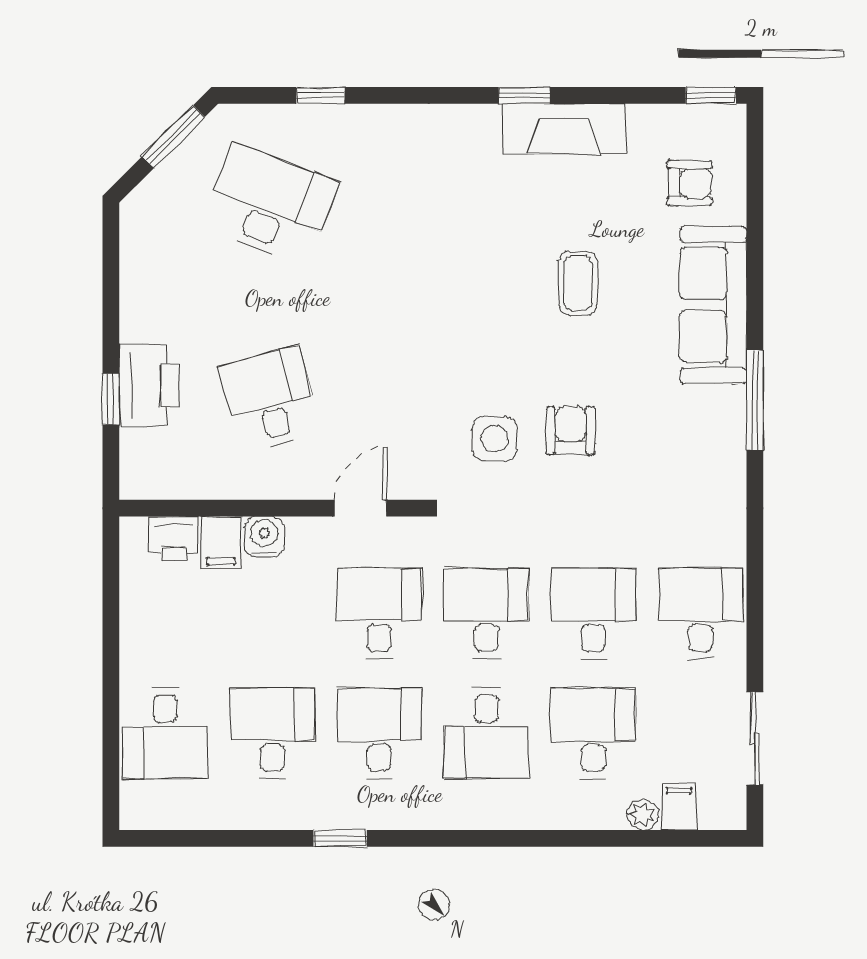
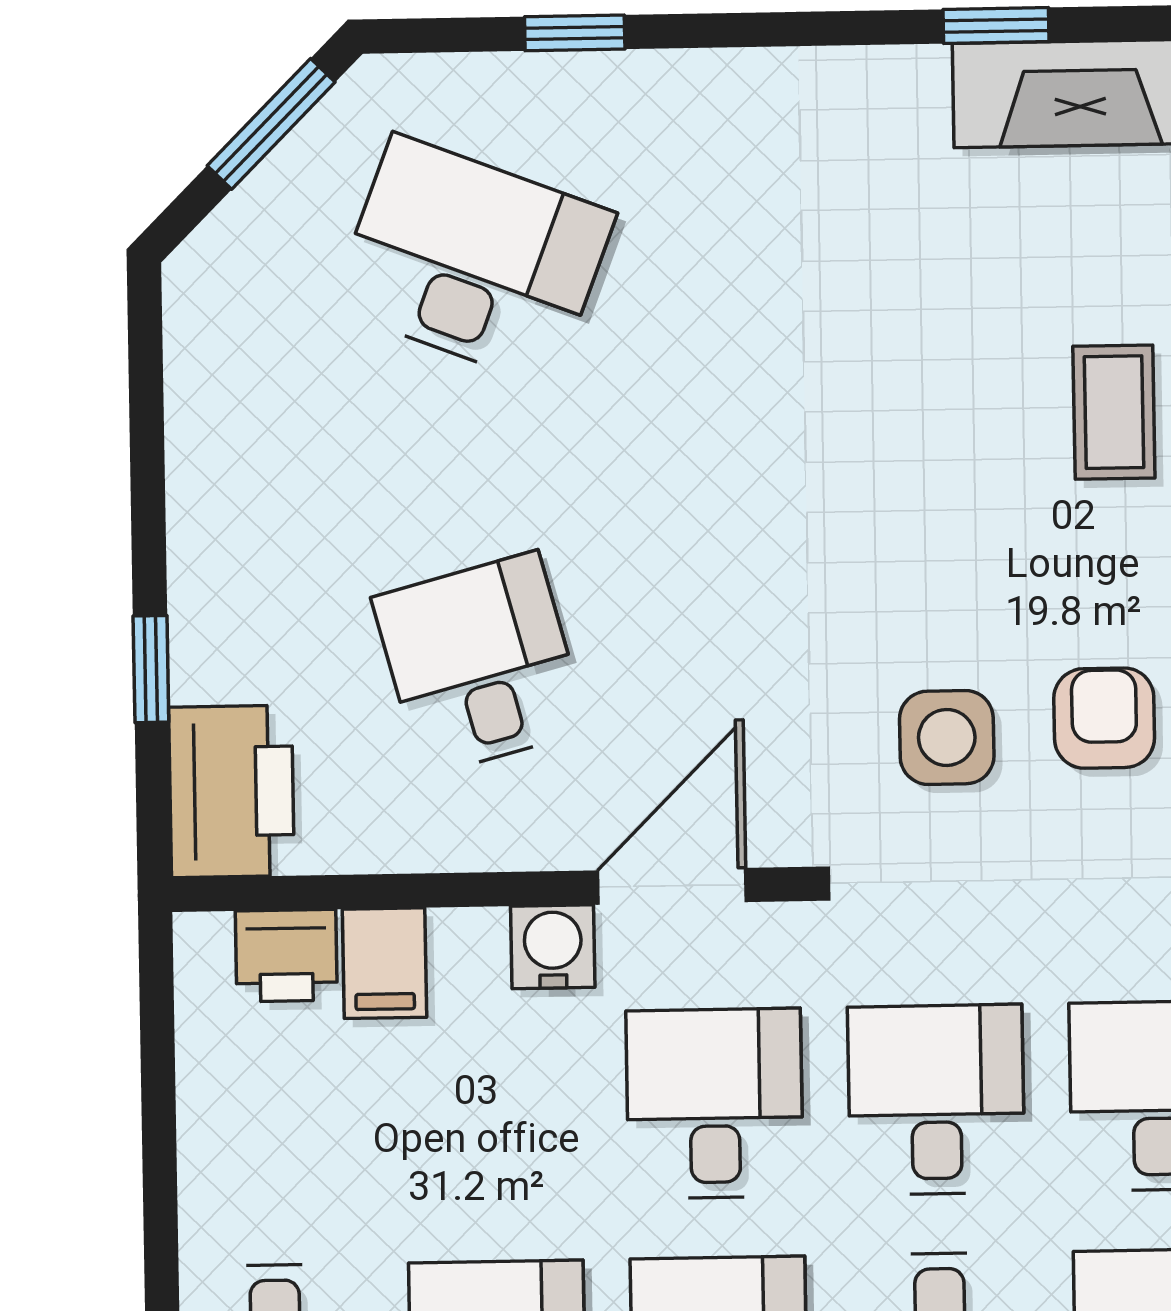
printer: (149, 385) -> (232, 791), moved
door: (361, 508) -> (672, 886), width x1.38
water cooler: (264, 536) -> (553, 947), moved

